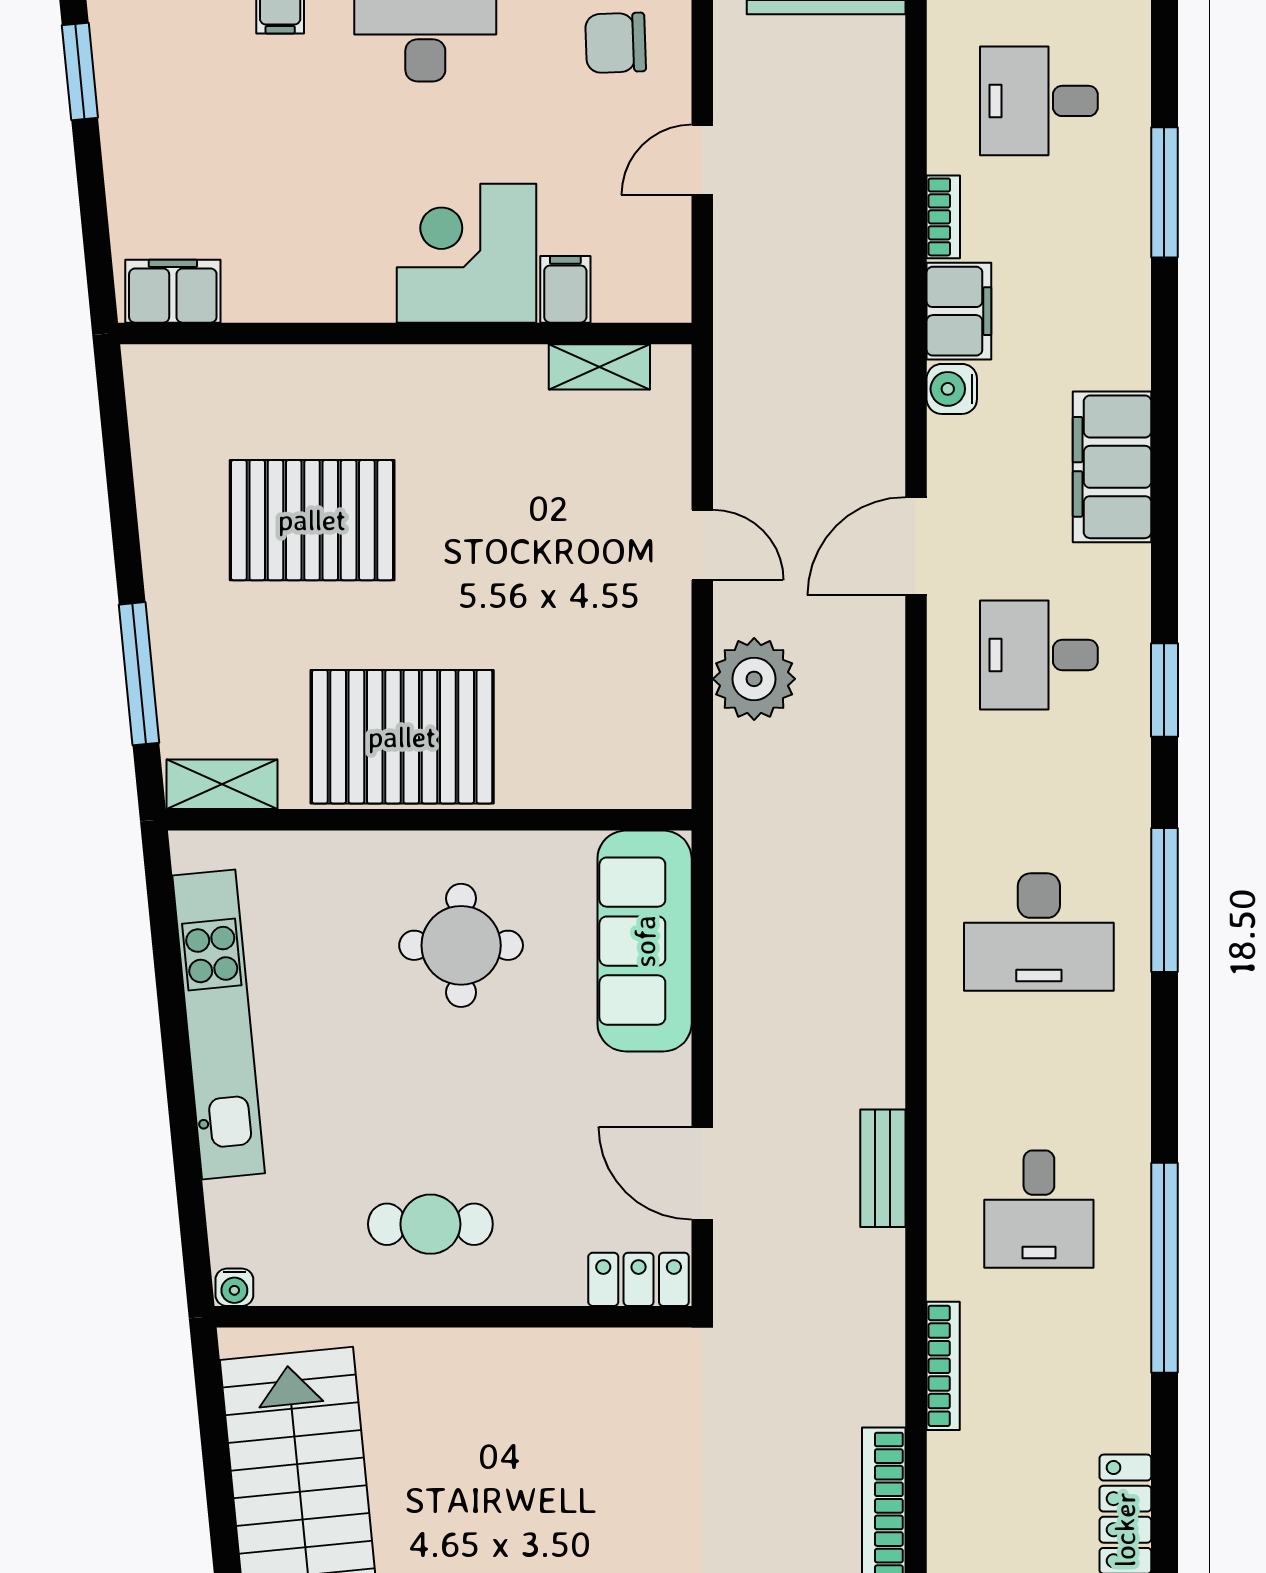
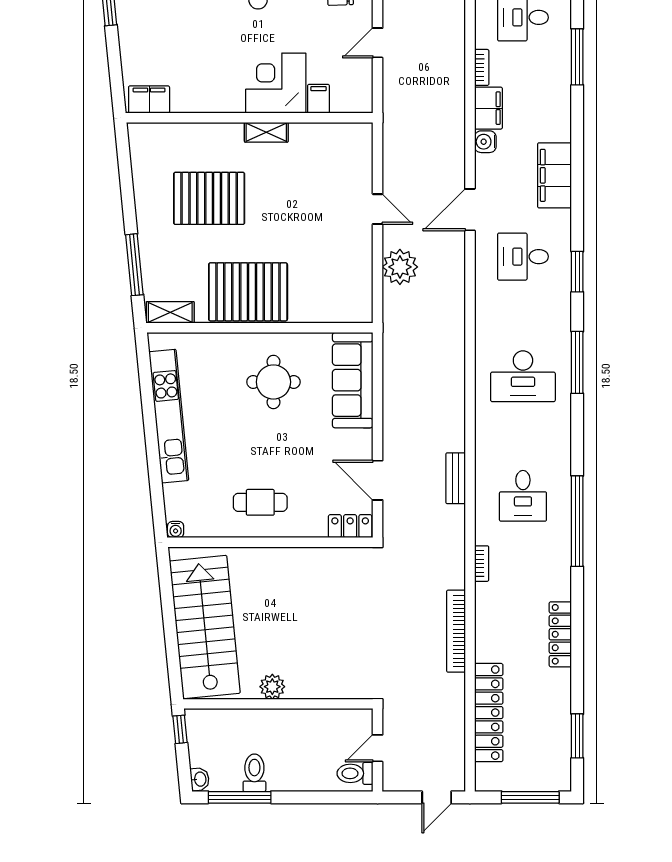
shelving: (599, 367) -> (266, 132), moved
bookcase: (943, 1366) -> (482, 564), width x0.64

